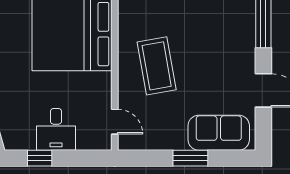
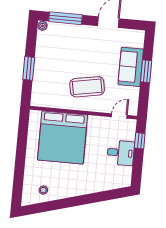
sofa: (219, 133) -> (131, 67), moved
window: (40, 158) -> (140, 141), moved

